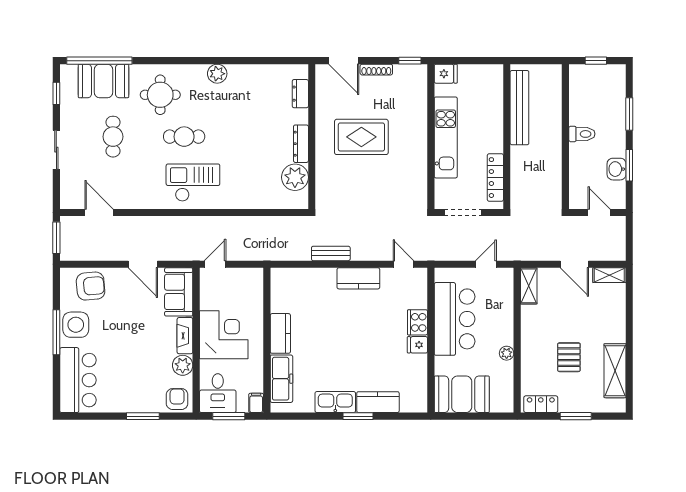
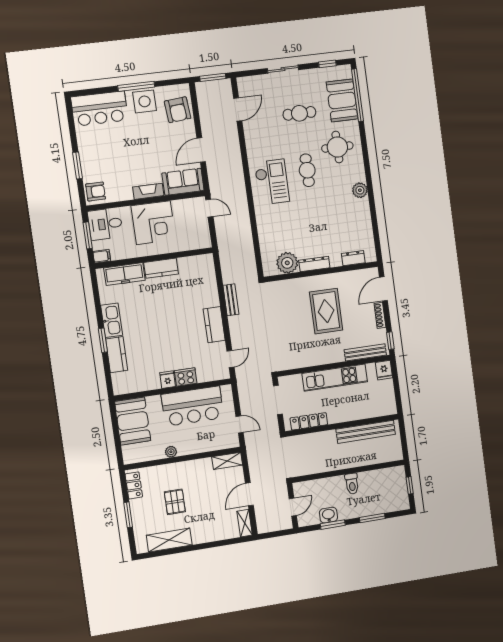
bench: (420, 95) -> (365, 352), added
pallet: (569, 357) -> (175, 502), turned 90
plant: (183, 365) -> (124, 193), removed

